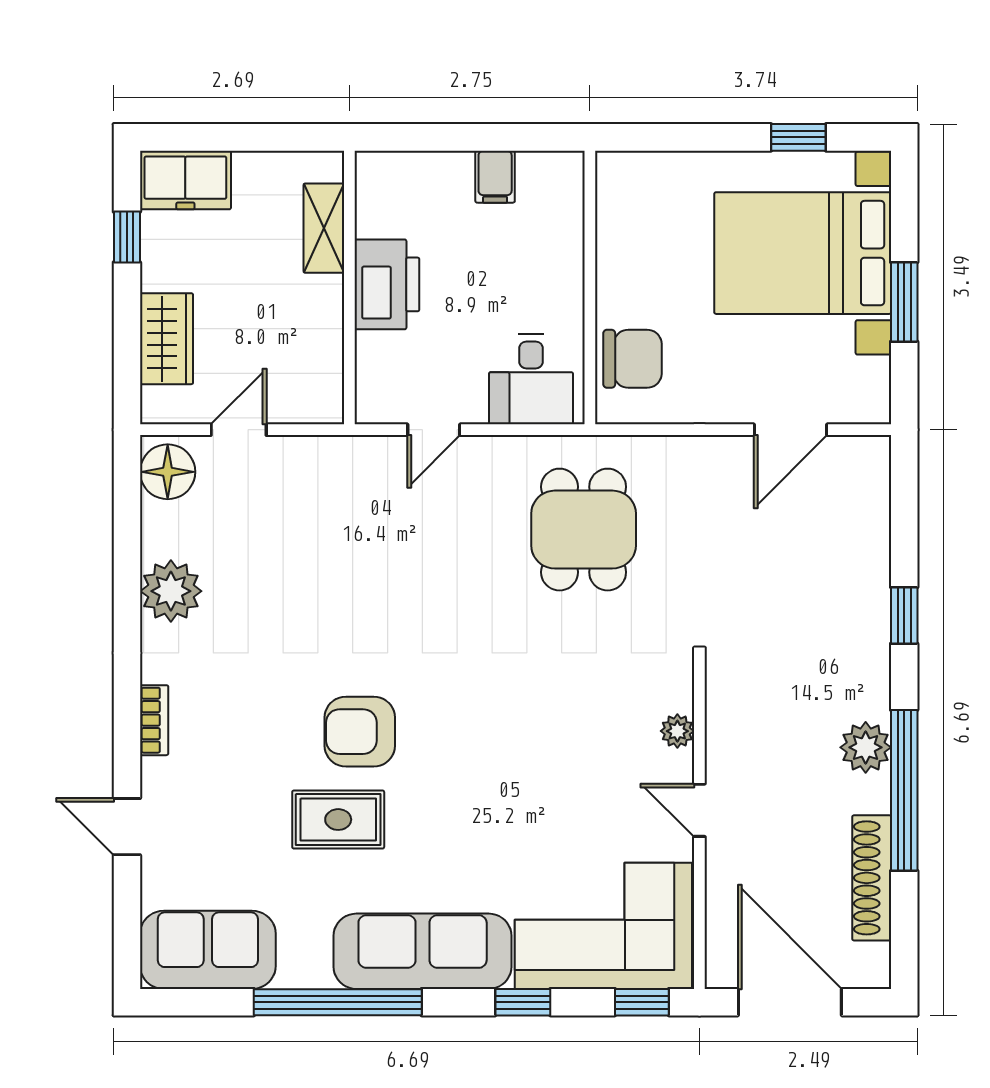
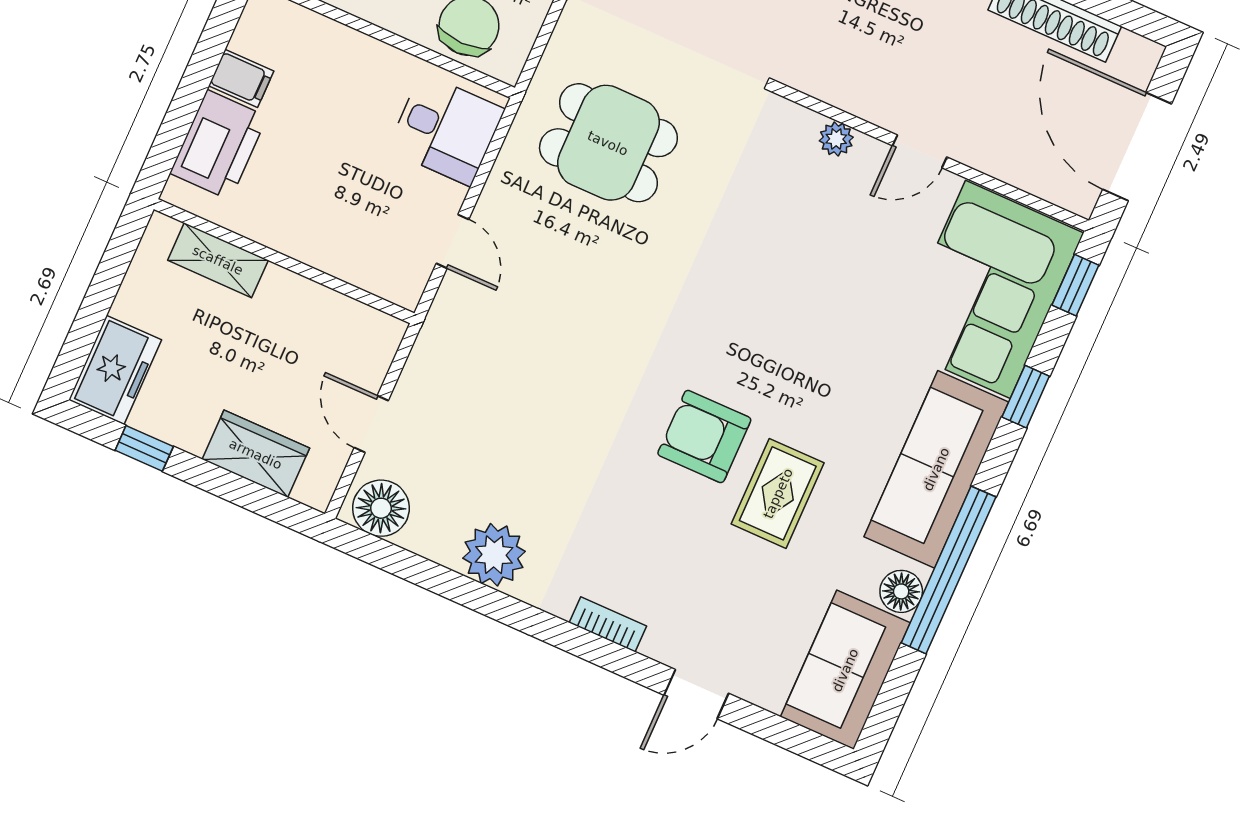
printer: (387, 284) -> (219, 145), moved, turned 90
armchair: (360, 732) -> (704, 437), turned 90
floor lamp: (300, 968) -> (901, 591), added
door: (790, 1002) -> (1137, 147), hinge flipped

